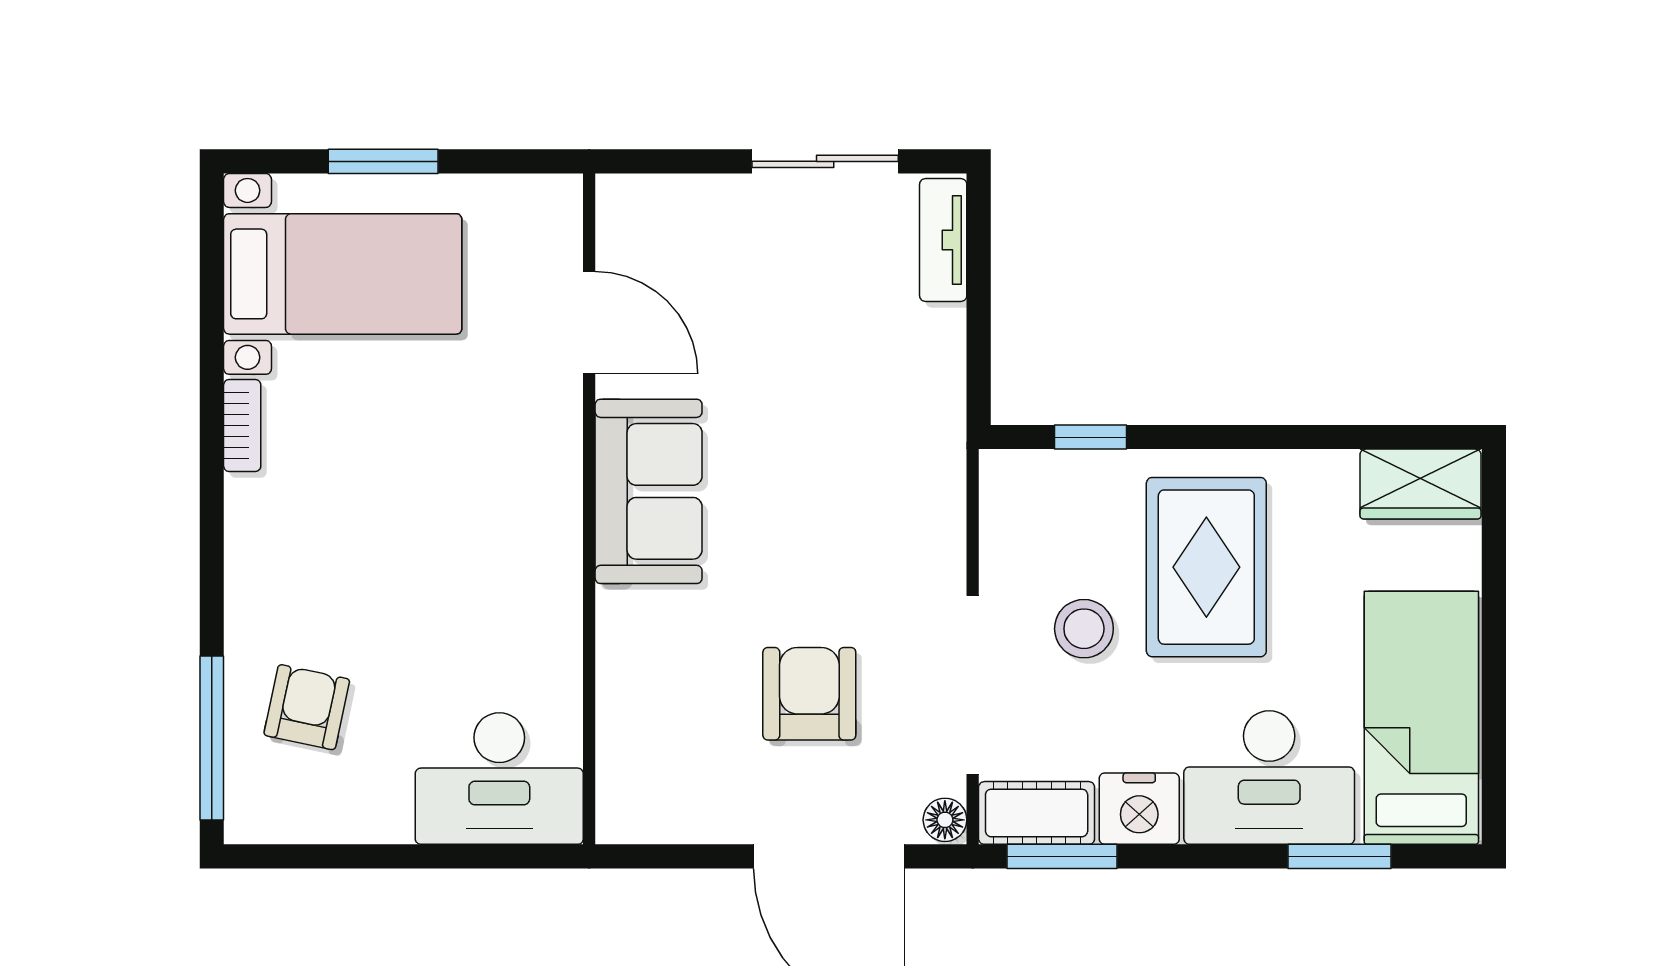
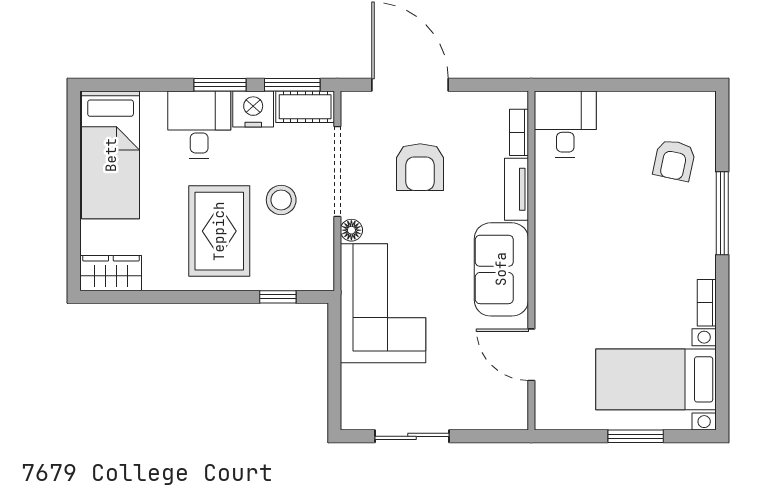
tv unit: (943, 240) -> (516, 189), moved, turned 180
corner sofa: (882, 424) -> (383, 303), added
window: (212, 738) -> (722, 213), moved
bookcase: (614, 762) -> (519, 132), added
desk: (1269, 777) -> (199, 125), width x0.73
desk: (499, 778) -> (565, 124), width x0.73
floor lamp: (945, 820) -> (351, 230), moved
window: (1340, 856) -> (220, 85), moved

